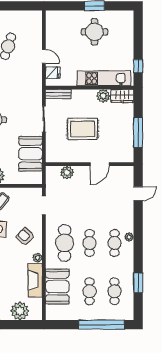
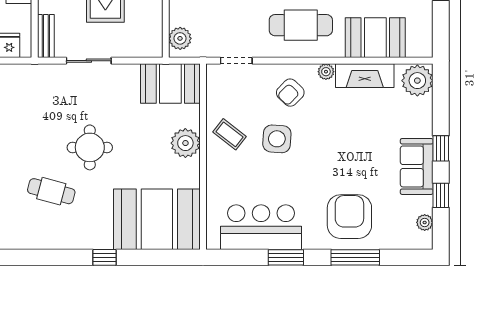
booth: (31, 154) -> (170, 84), moved
plant: (67, 172) -> (180, 38), moved
plant: (20, 311) -> (417, 81), moved

